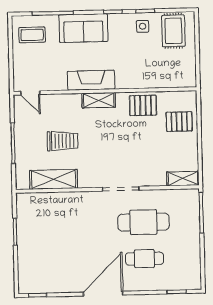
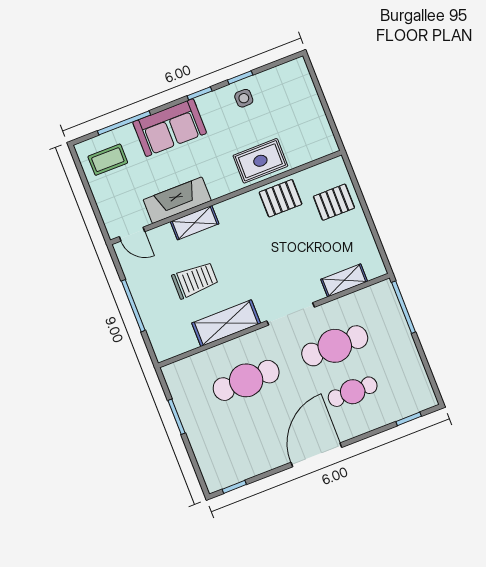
rug: (173, 31) -> (260, 161), moved, turned 90
fireplace: (91, 80) -> (177, 200), moved
shelving: (99, 100) -> (195, 223), moved
shelving: (183, 178) -> (344, 280), moved
shelving: (54, 179) -> (226, 323), moved
cafe table: (73, 224) -> (246, 380), added

